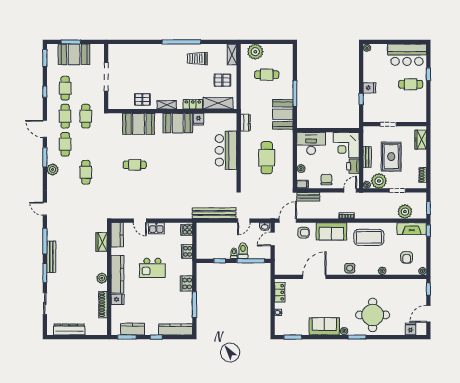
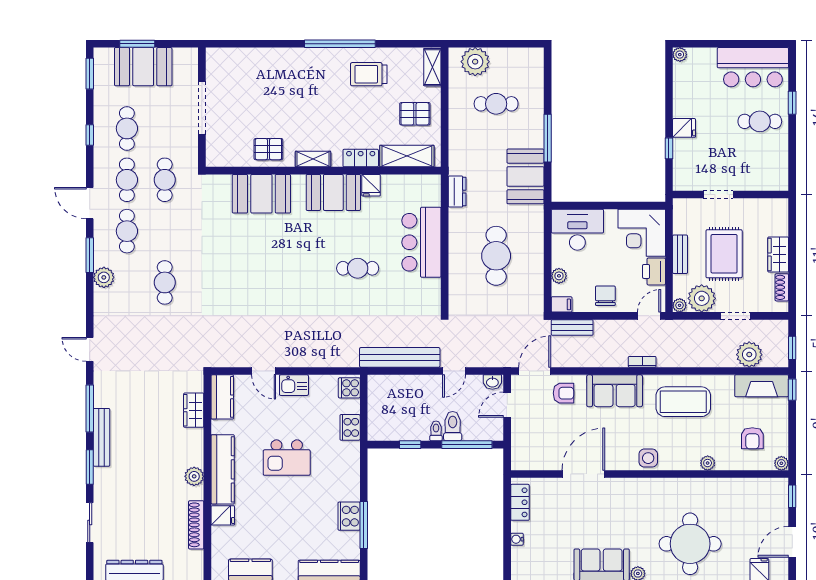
wardrobe: (421, 140) -> (778, 254), moved
cafe table: (135, 165) -> (358, 268), moved
cooker: (186, 283) -> (349, 516), moved

